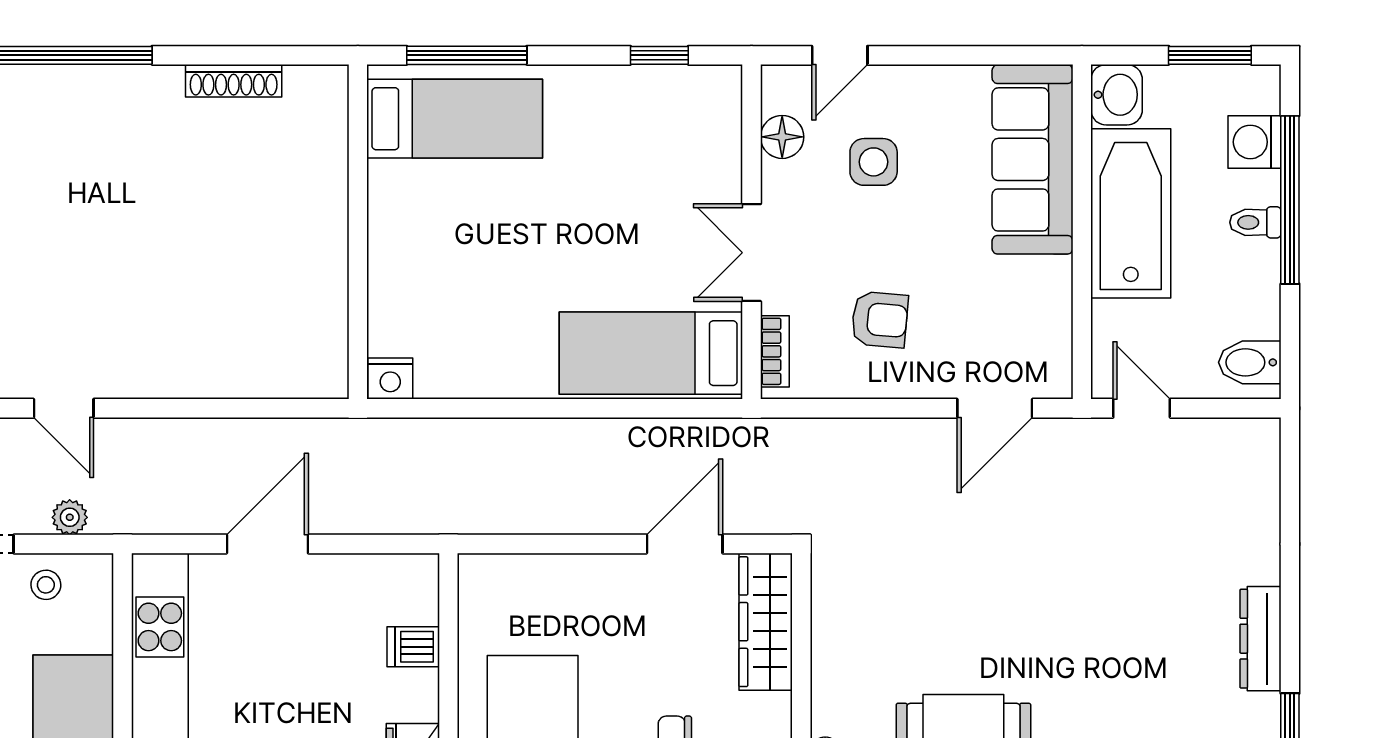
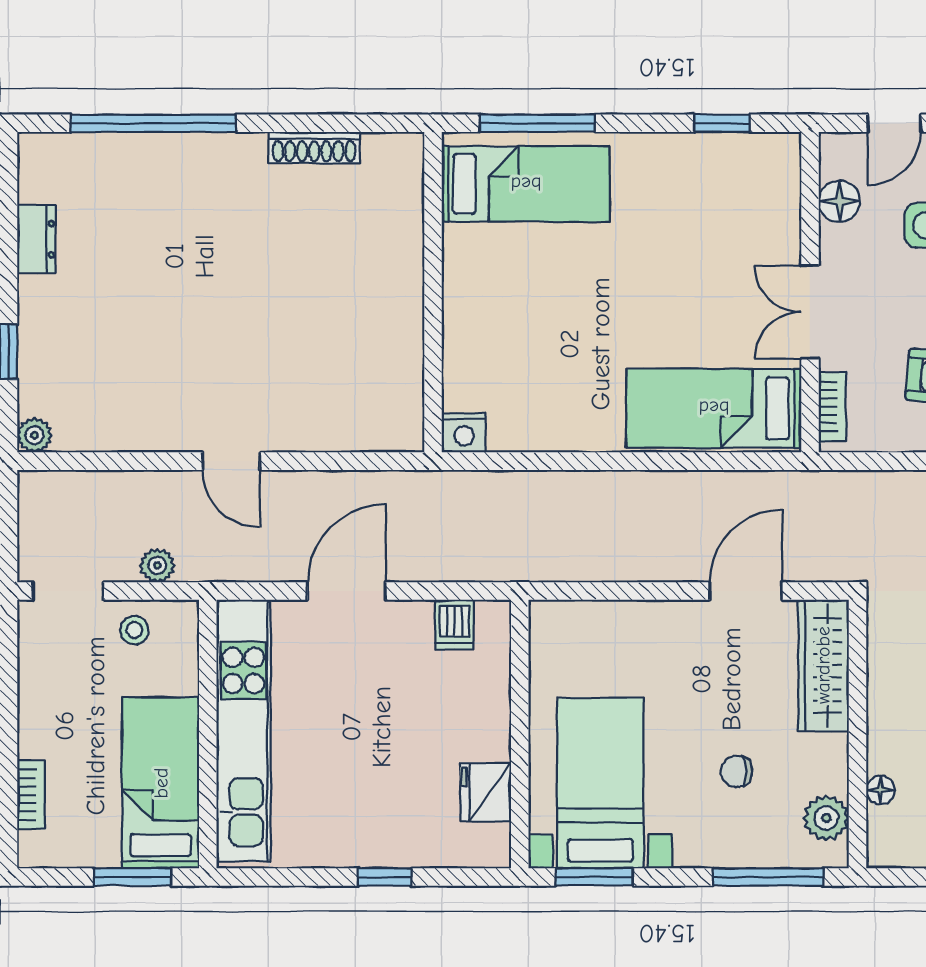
door: (64, 408) -> (231, 461), moved
dishwasher: (413, 647) -> (454, 625), moved, turned -90

